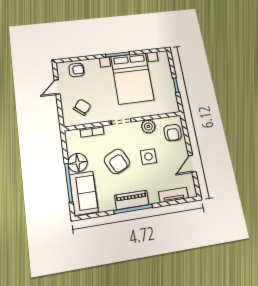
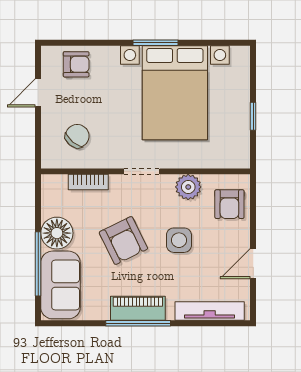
tv unit: (173, 195) -> (210, 311), width x1.41

